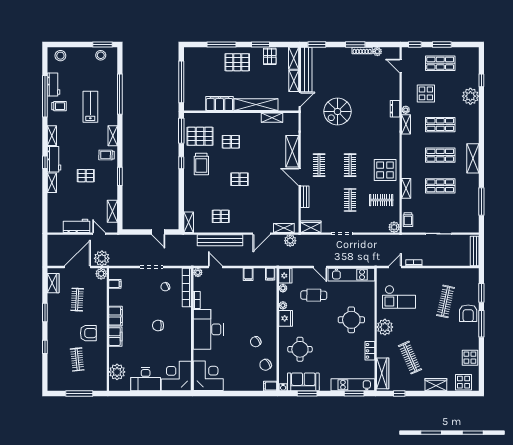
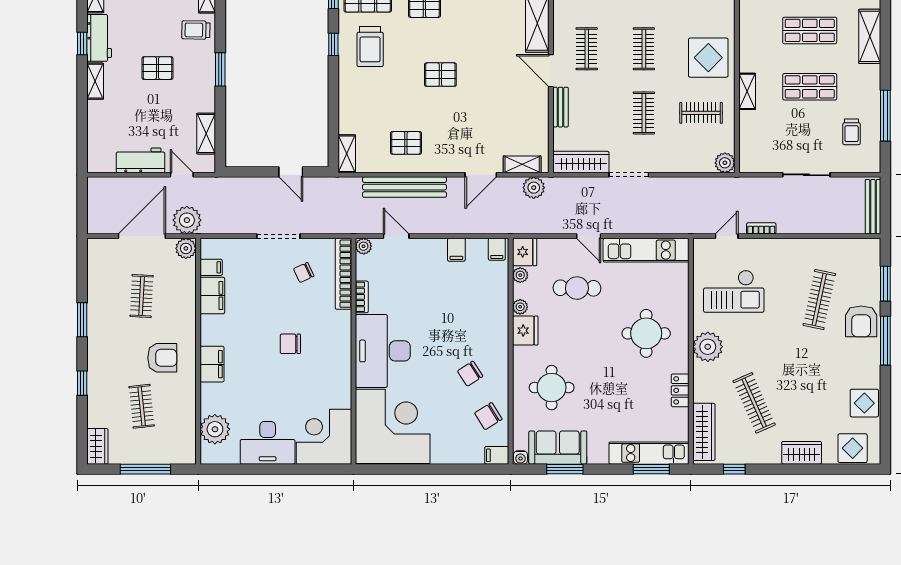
trolley: (408, 220) -> (852, 132), moved
wardrobe: (311, 227) -> (581, 162), width x1.50
wardrobe: (53, 283) -> (97, 446), moved
filing cabinet: (116, 316) -> (212, 296), moved
corner desk: (208, 376) -> (393, 426), width x1.36, depth x1.36

